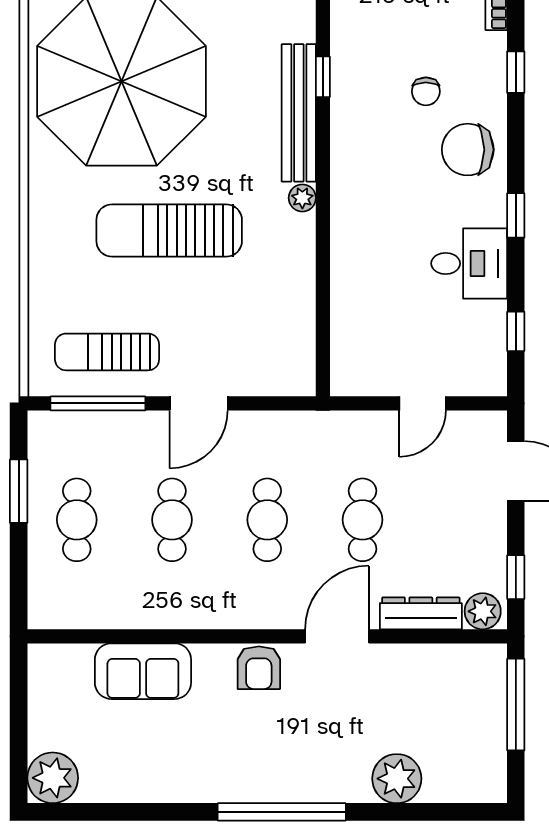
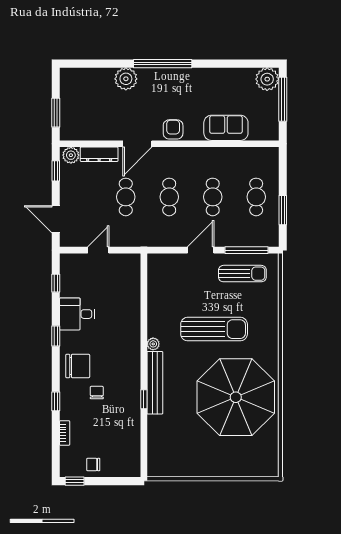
window: (516, 705) -> (56, 113), width x0.69
window: (19, 734) -> (283, 99), added
plant: (397, 779) -> (126, 79), moved

